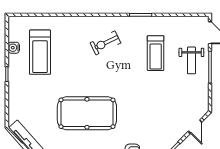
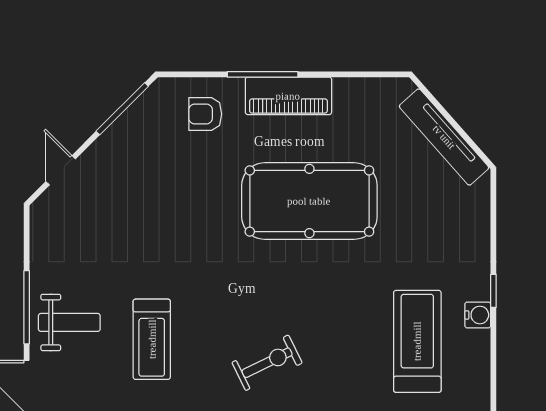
water cooler: (14, 48) -> (478, 315), moved
treadmill: (156, 53) -> (152, 339), turned 180
weight bench: (191, 60) -> (69, 322), turned 90

